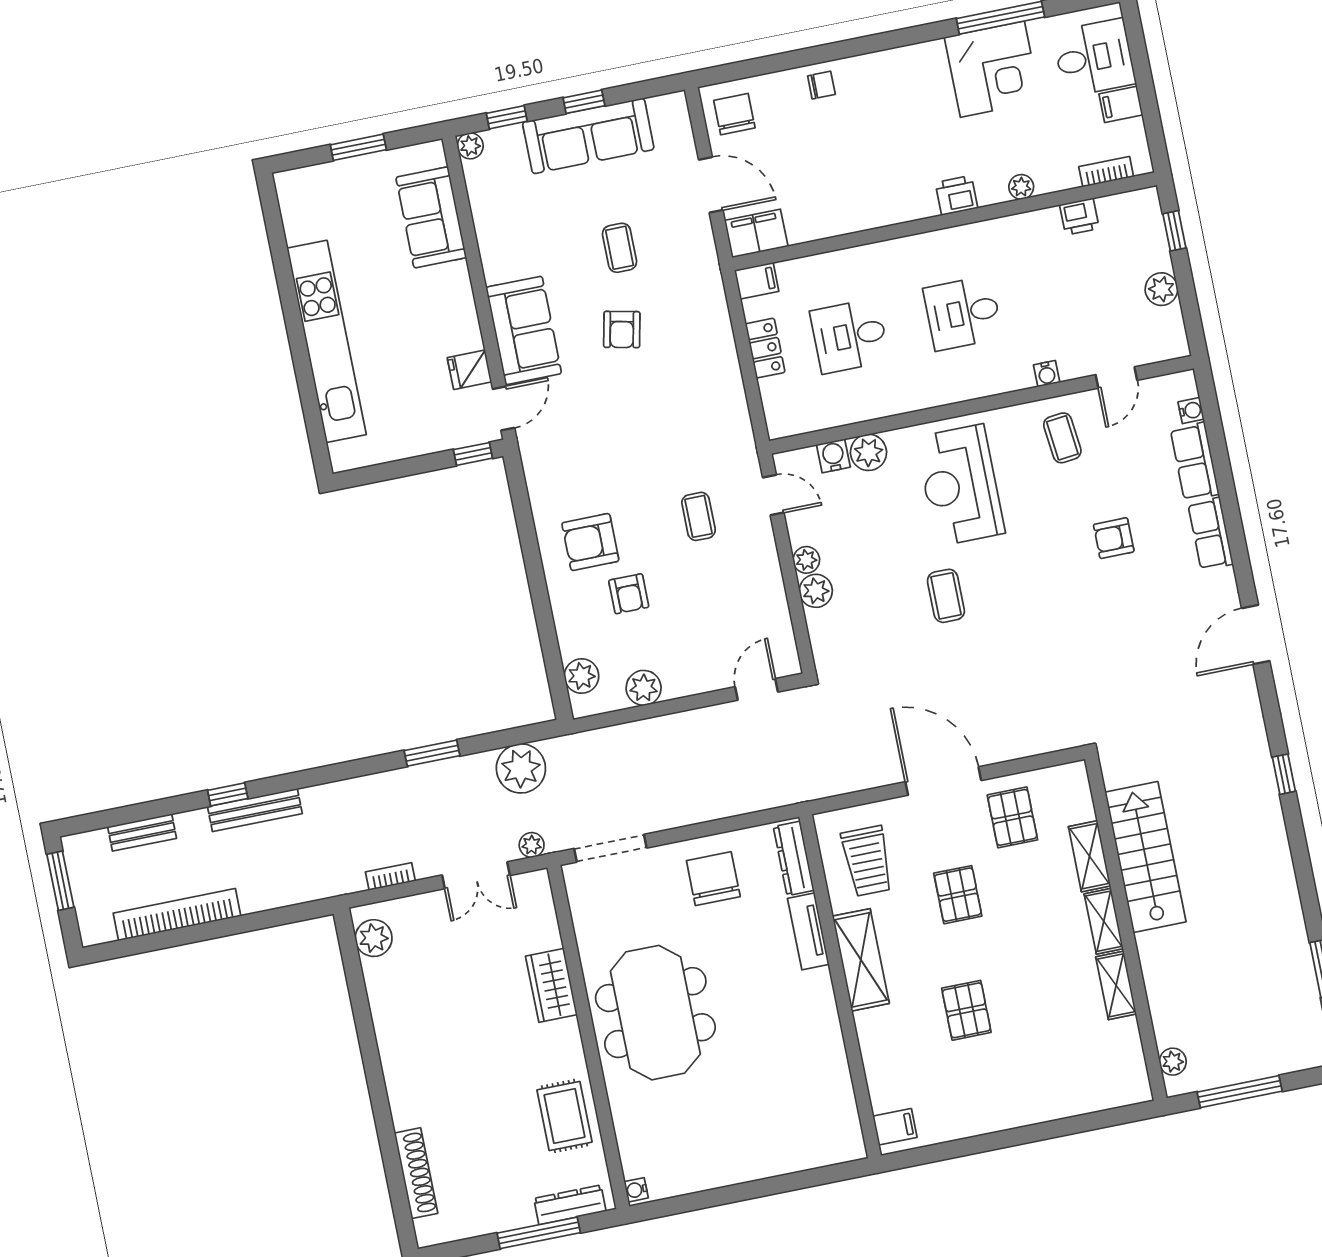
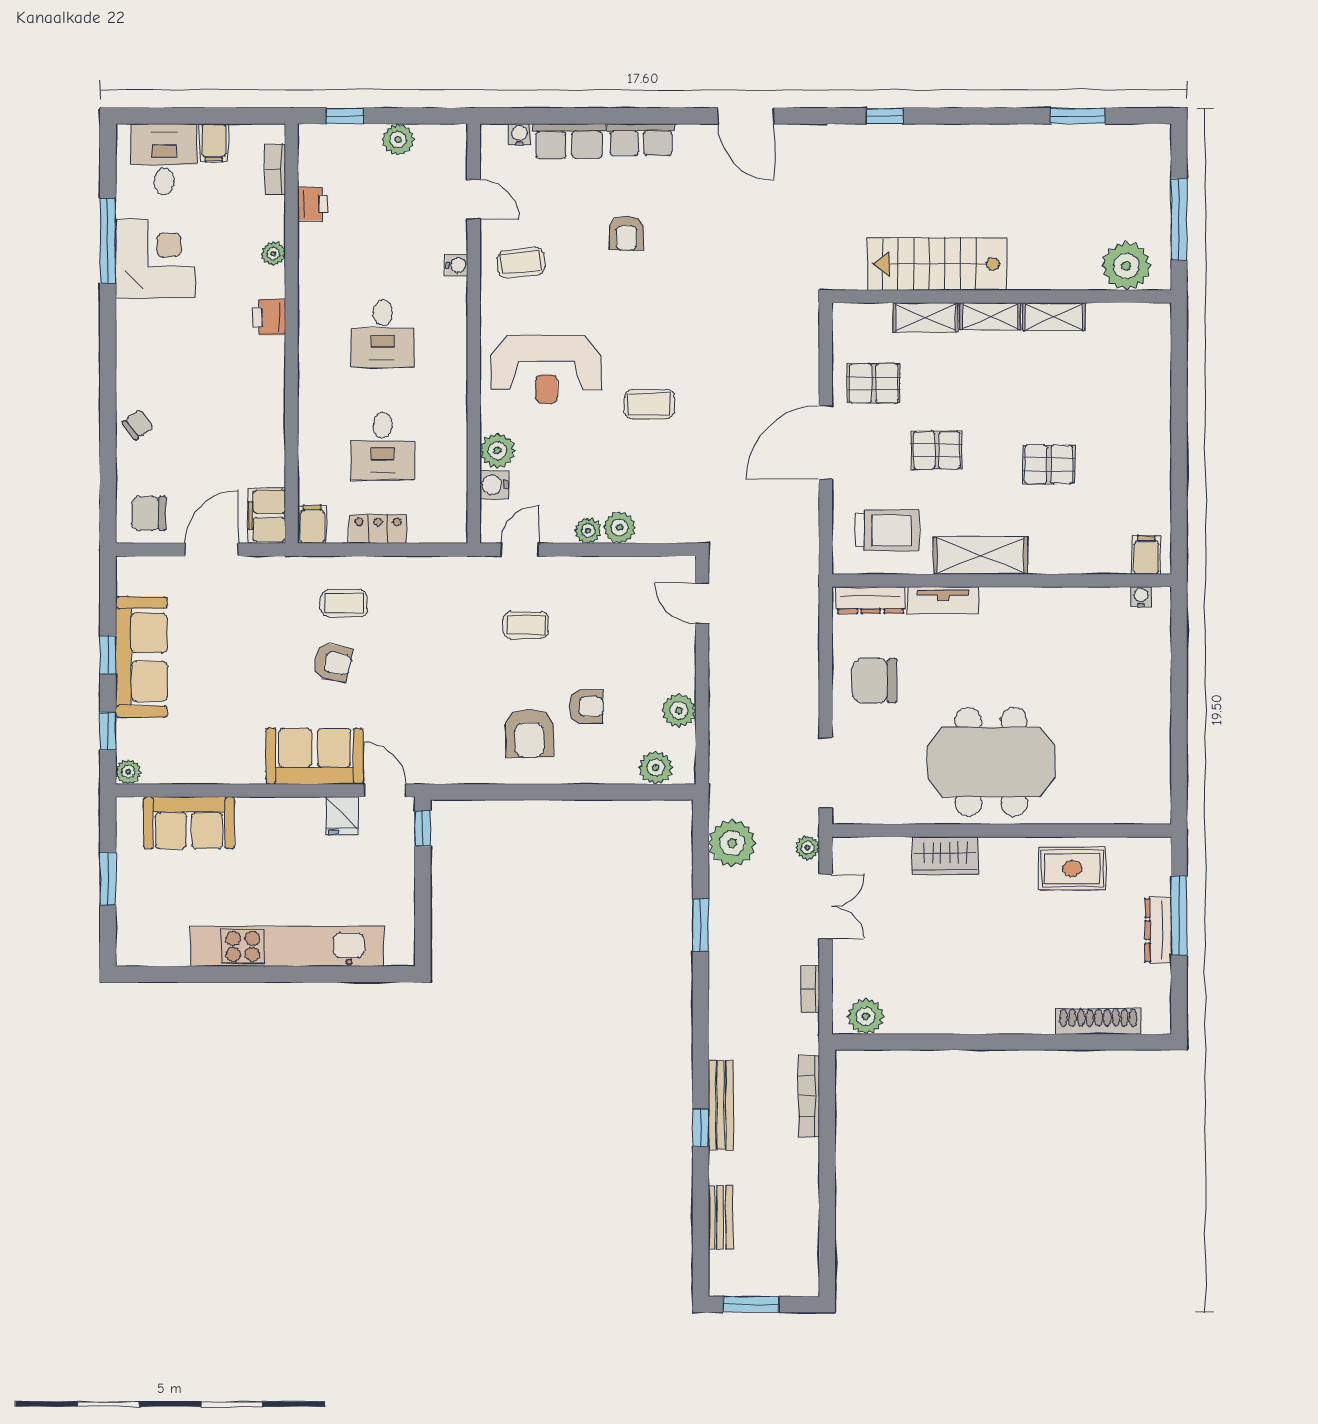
chair: (821, 85) -> (138, 425), turned 54
coffee table: (619, 248) -> (344, 603), moved
bookcase: (177, 915) -> (809, 1096), moved, width x0.68, depth x0.76
plant: (1173, 1062) -> (1126, 266), width x1.88, depth x1.88
water cooler: (636, 1190) -> (1141, 597), moved, turned 180
dresser: (570, 1205) -> (1158, 930), moved

